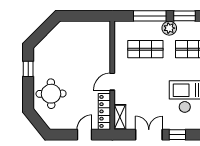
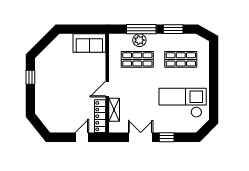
plant: (169, 28) -> (139, 40), moved
sofa: (93, 31) -> (89, 43), added
round table: (51, 94) -> (51, 100), removed
shelving: (120, 117) -> (114, 110), moved

